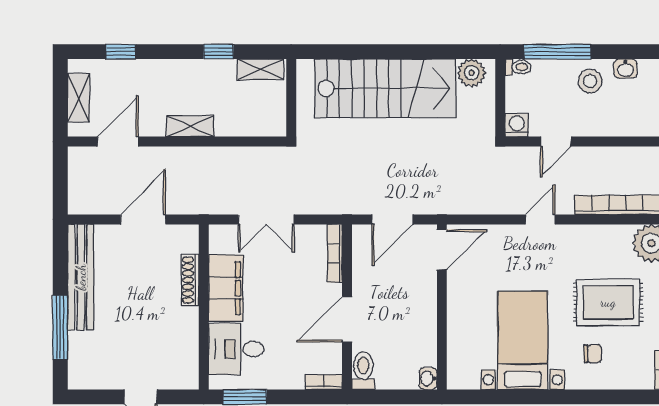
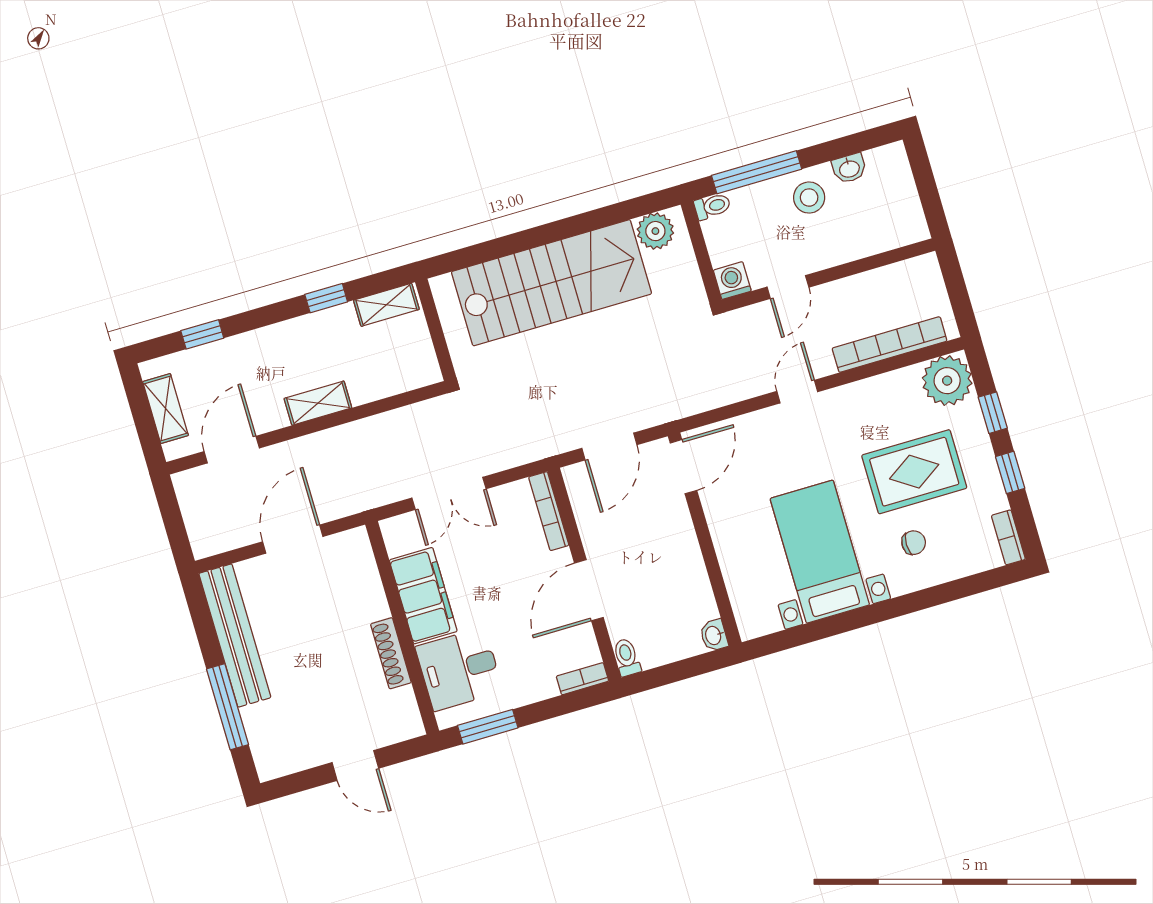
shoe rack: (190, 280) -> (391, 653), moved
toilet: (363, 371) -> (627, 657), width x0.73, depth x0.72

